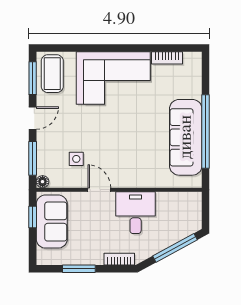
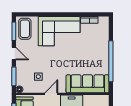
door: (33, 118) -> (14, 54), hinge flipped
sofa: (186, 137) -> (88, 84), moved, turned 90
door: (99, 190) -> (51, 94), hinge flipped

